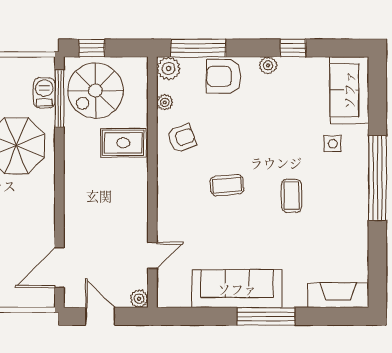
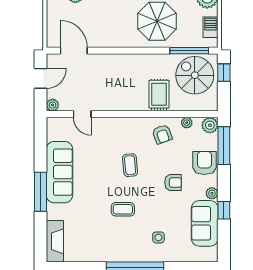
sofa: (349, 90) -> (205, 223), moved, turned -90
barbecue: (44, 93) -> (211, 27), moved, turned -90
armchair: (252, 122) -> (173, 182), added

